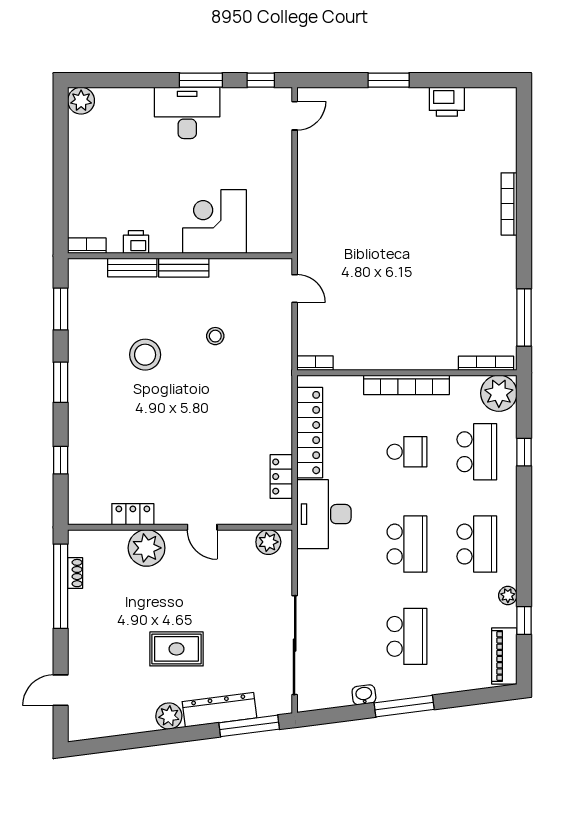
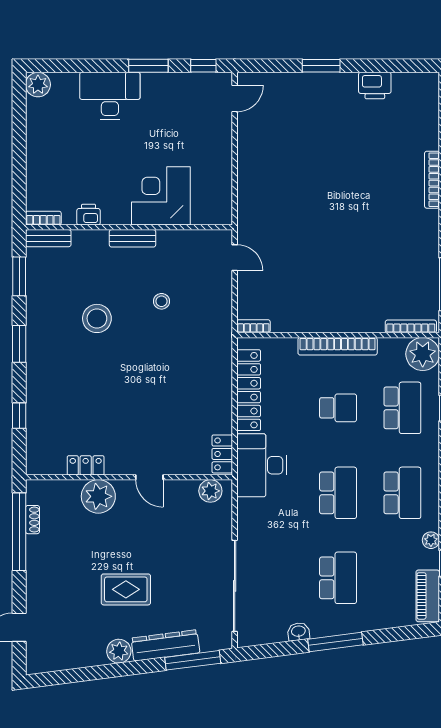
desk: (187, 113) -> (110, 96), moved
bench: (132, 267) -> (48, 238), moved
locker: (281, 477) -> (222, 454), moved

